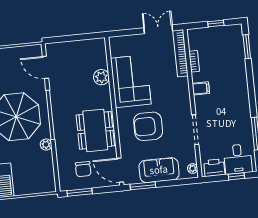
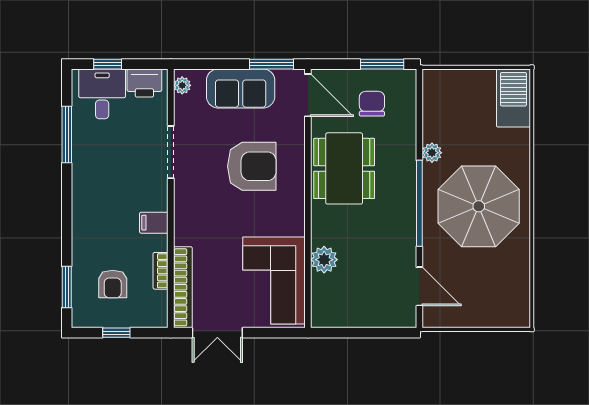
armchair: (221, 51) -> (113, 284), added
corner sofa: (131, 81) -> (274, 280), moved

